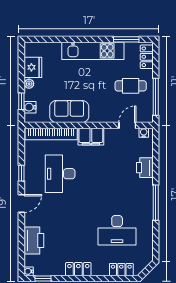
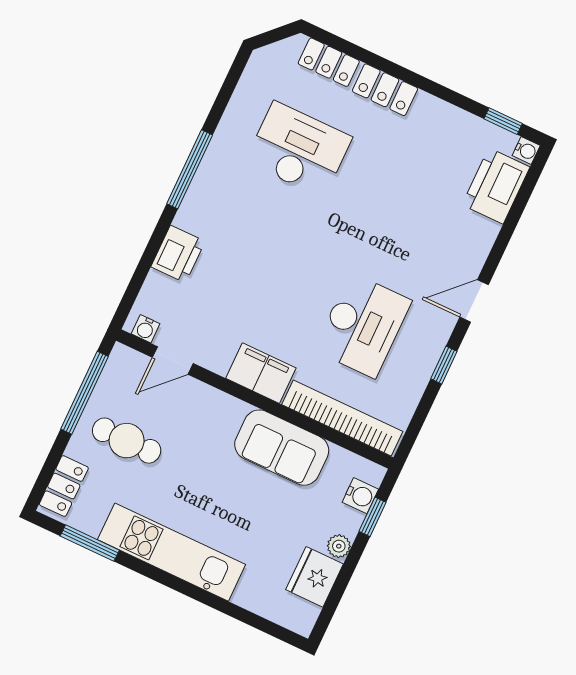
printer: (34, 241) -> (496, 186), moved
locker: (78, 269) -> (385, 90), moved

